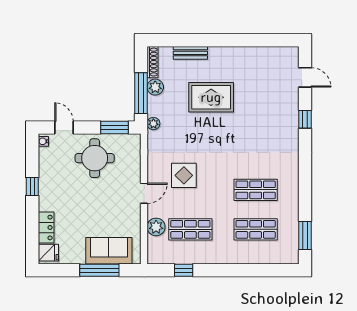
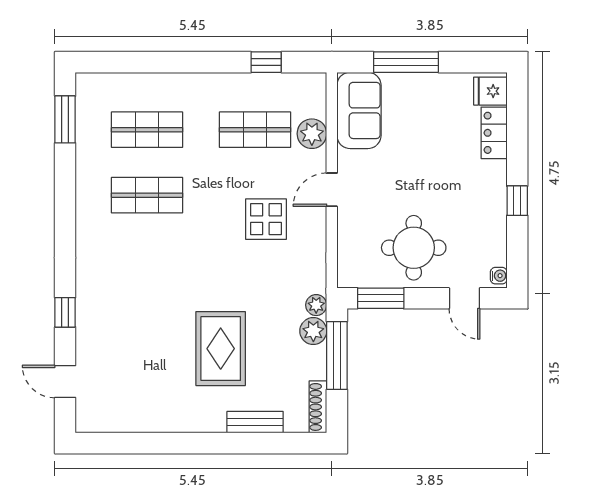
plant: (155, 87) -> (313, 331), moved
rug: (211, 97) -> (221, 349), turned 90
sofa: (109, 251) -> (359, 110), moved, turned -90

